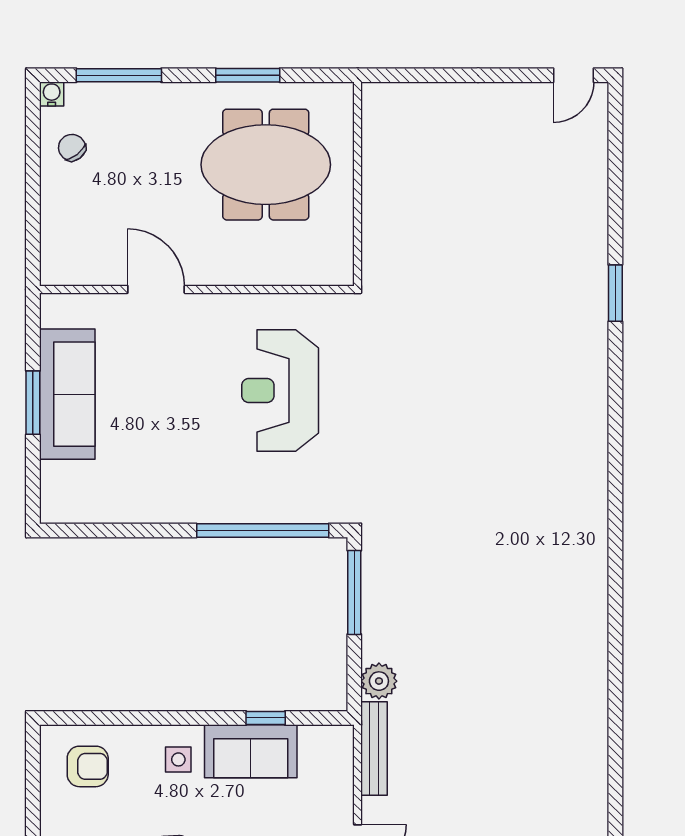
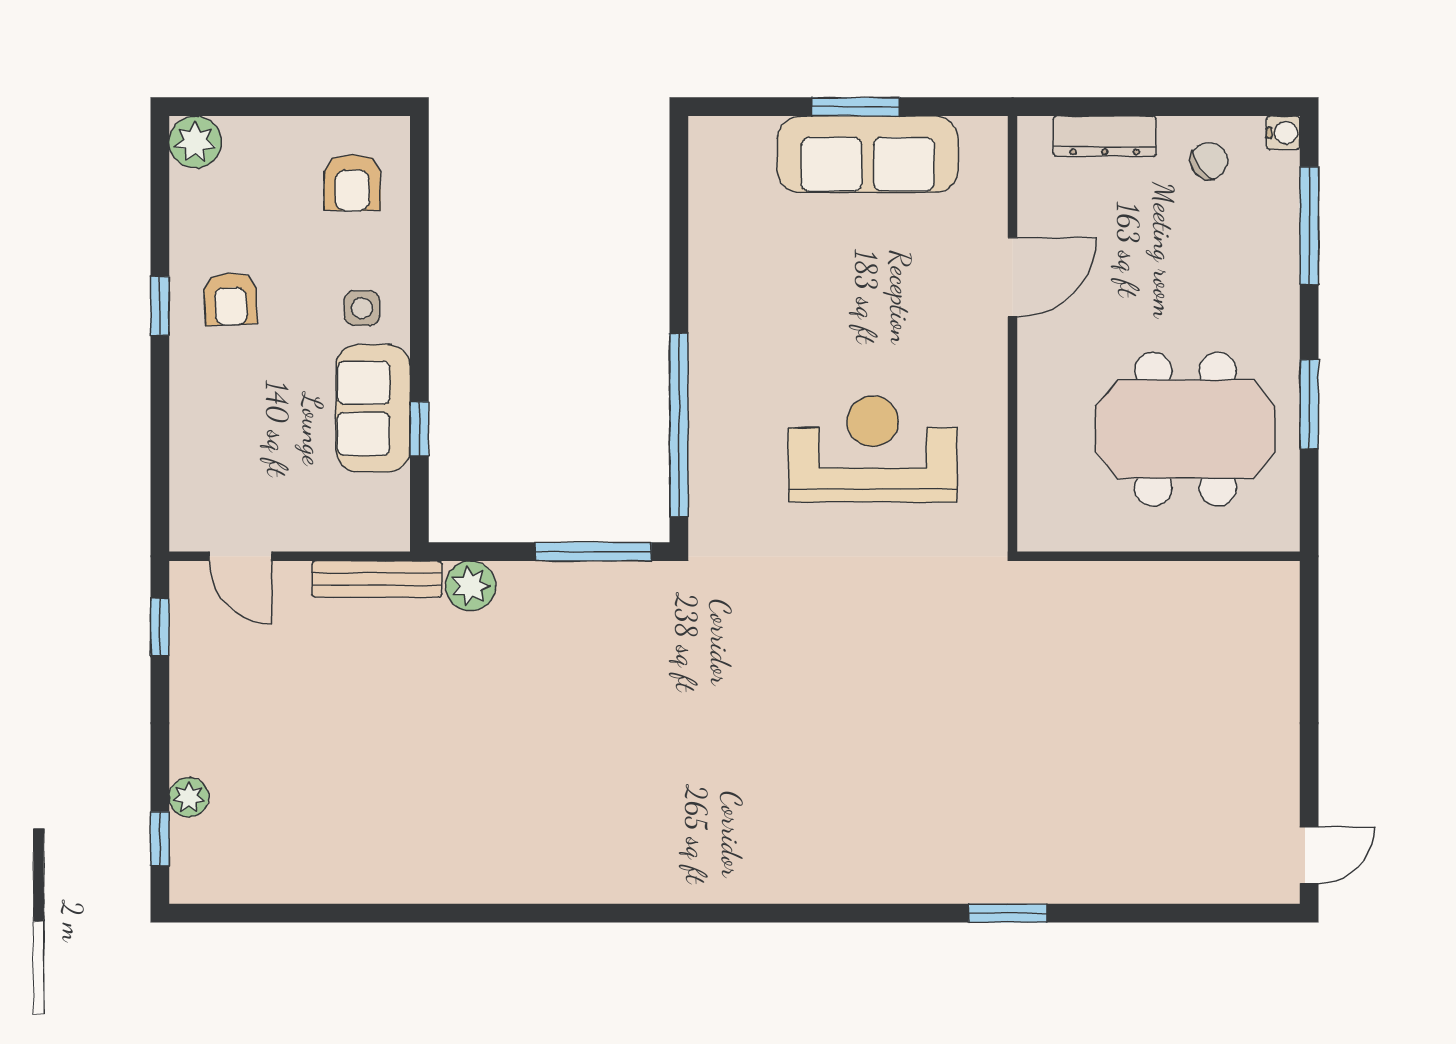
door: (573, 75) -> (1309, 855), swing flipped
meeting table: (266, 165) -> (1186, 429), turned 90
dresser: (54, 223) -> (1105, 136), added

